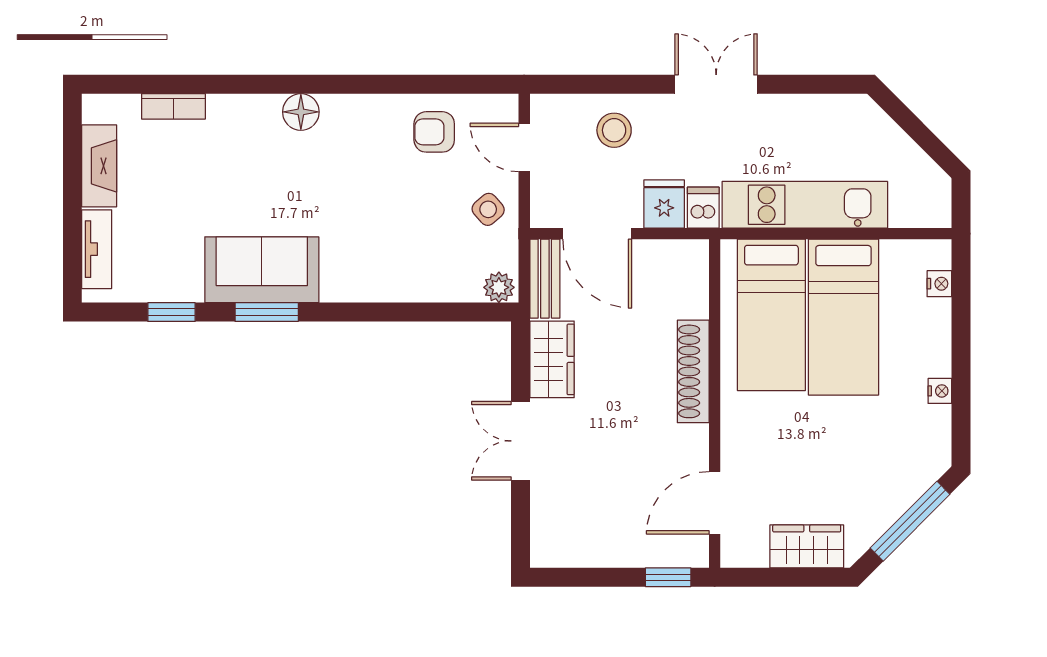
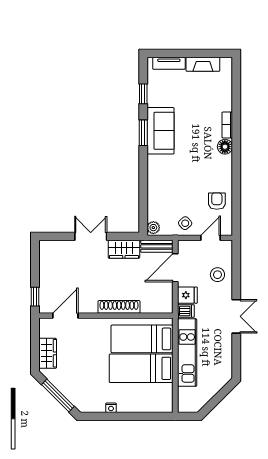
bookcase: (173, 106) -> (227, 125), moved
nightstand: (939, 284) -> (155, 407), removed
door: (715, 503) -> (65, 316), hinge flipped

